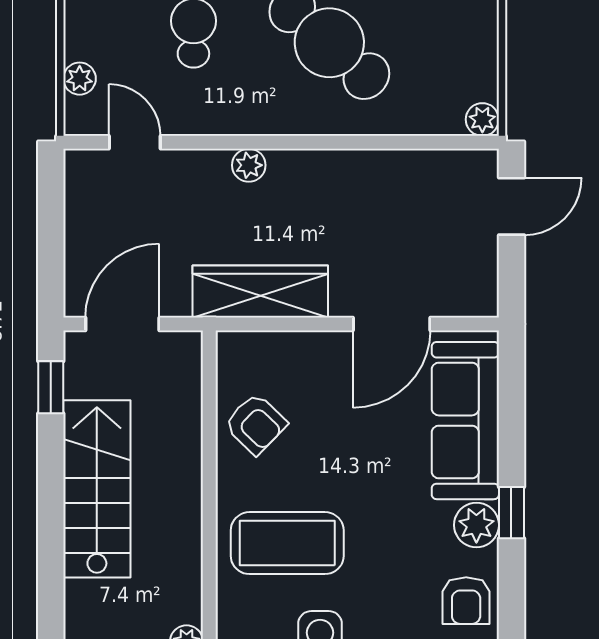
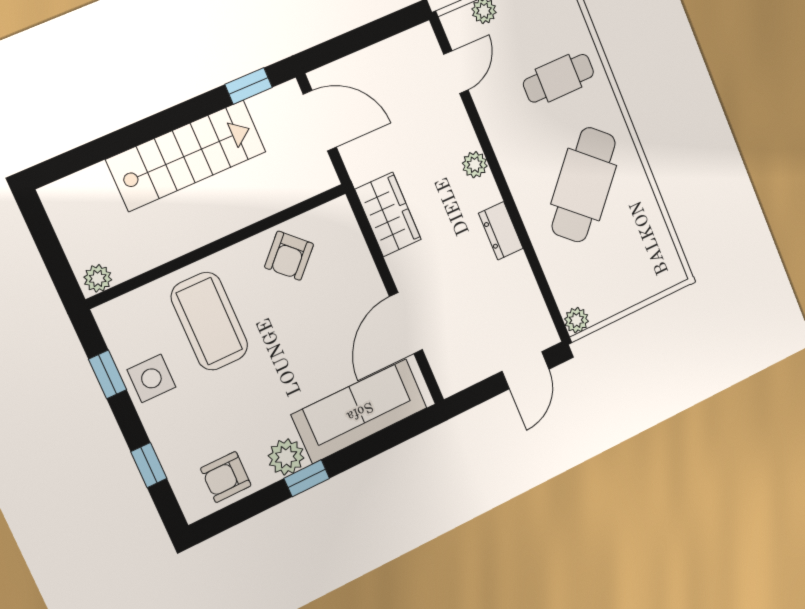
dresser: (338, 167) -> (501, 231), added
door: (511, 206) -> (526, 370), hinge flipped
wardrobe: (260, 292) -> (388, 214), width x0.67
door: (392, 324) -> (406, 323), hinge flipped

